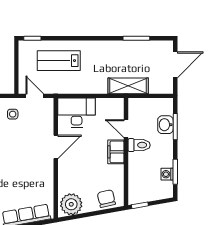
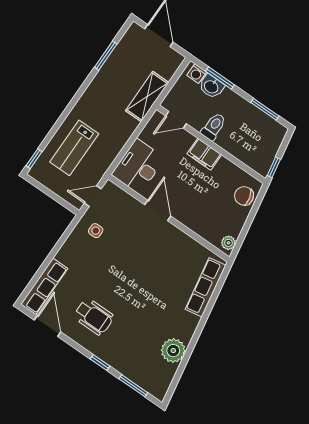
door: (126, 129) -> (176, 120), moved
washing machine: (167, 174) -> (197, 74), moved
plant: (71, 204) -> (228, 243), width x0.53, depth x0.53

